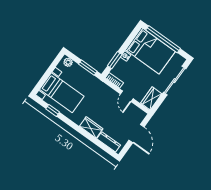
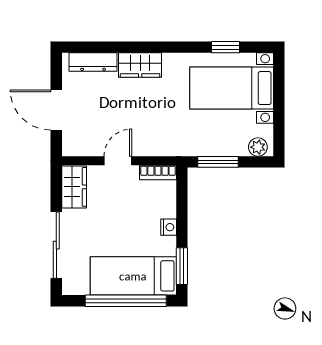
bed: (150, 51) -> (133, 276), width x0.67
window: (115, 60) -> (182, 266), moved
door: (127, 96) -> (118, 161), hinge flipped

